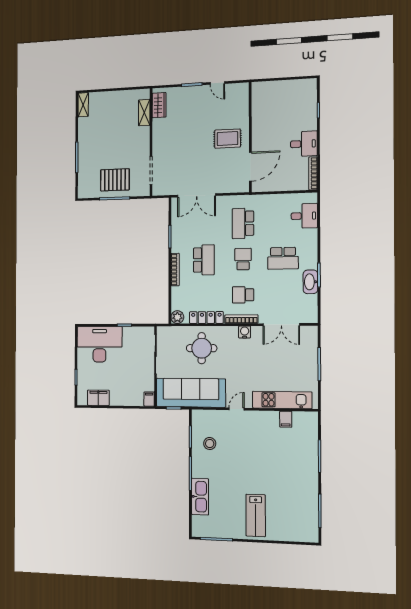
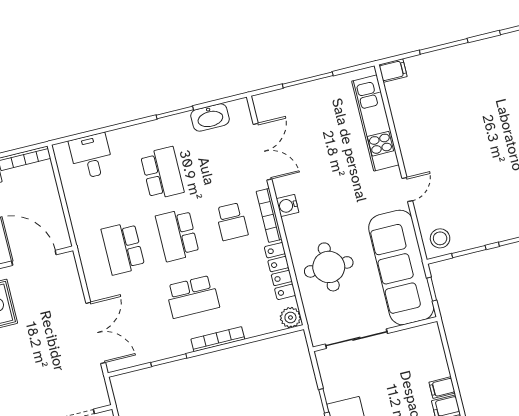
school desk: (243, 223) -> (123, 248), turned 90
school desk: (243, 259) -> (177, 235), width x1.85
school desk: (204, 260) -> (192, 297), turned 180
washbasin: (310, 282) -> (210, 117), moved
filing cabinet: (149, 399) -> (442, 388), moved
door: (237, 409) -> (407, 190), swing flipped
filing cabinet: (286, 419) -> (393, 71), moved
stool: (210, 444) -> (440, 238), moved

